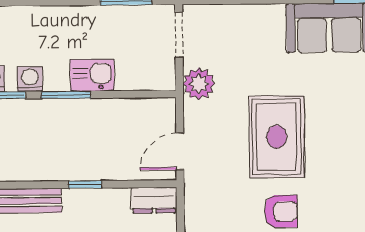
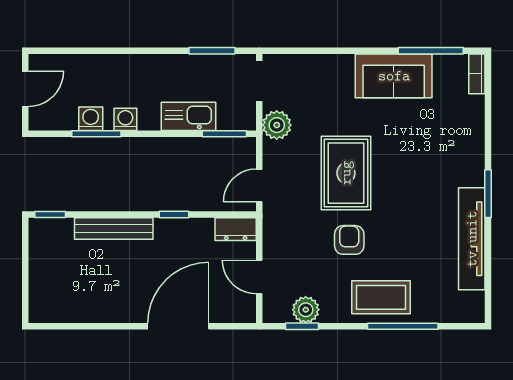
kitchen sink: (92, 75) -> (189, 116), width x1.38
window: (66, 95) -> (224, 134), moved
armchair: (281, 211) -> (349, 240), turned -90

